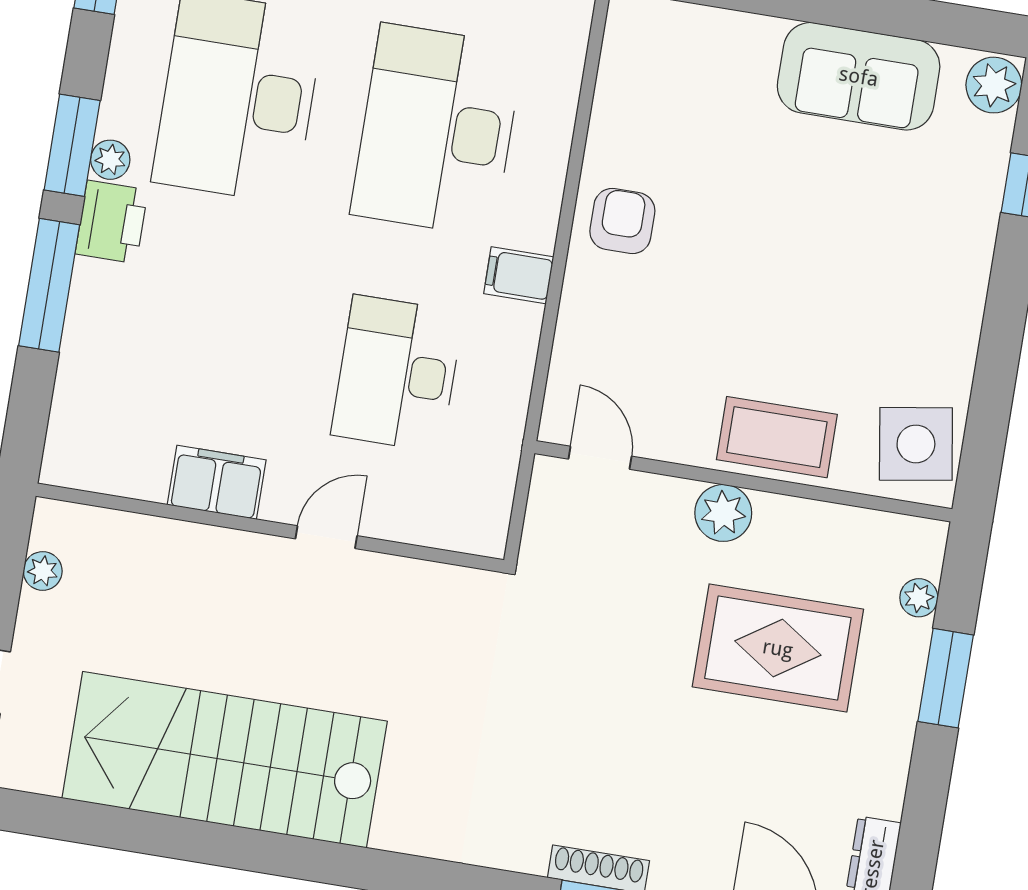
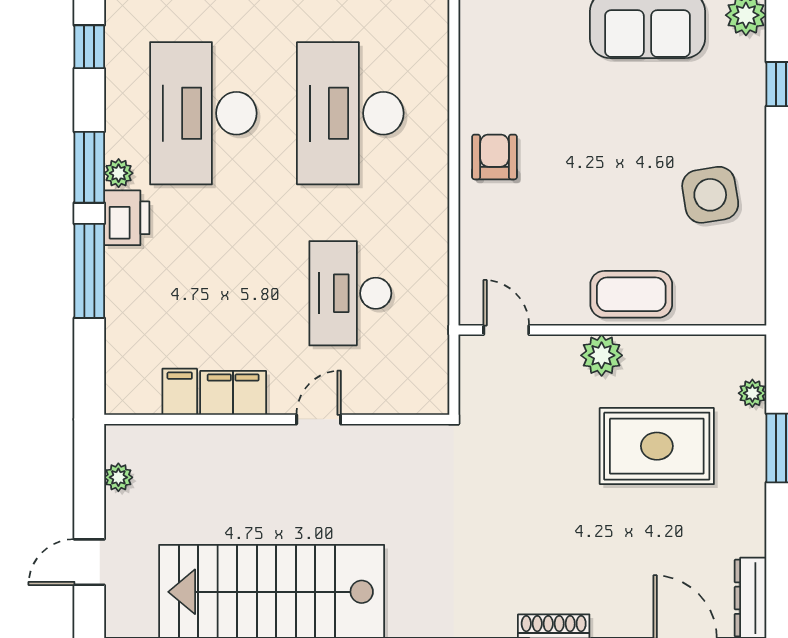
filing cabinet: (519, 275) -> (180, 392), moved, turned 90
side table: (916, 444) -> (710, 195), moved

